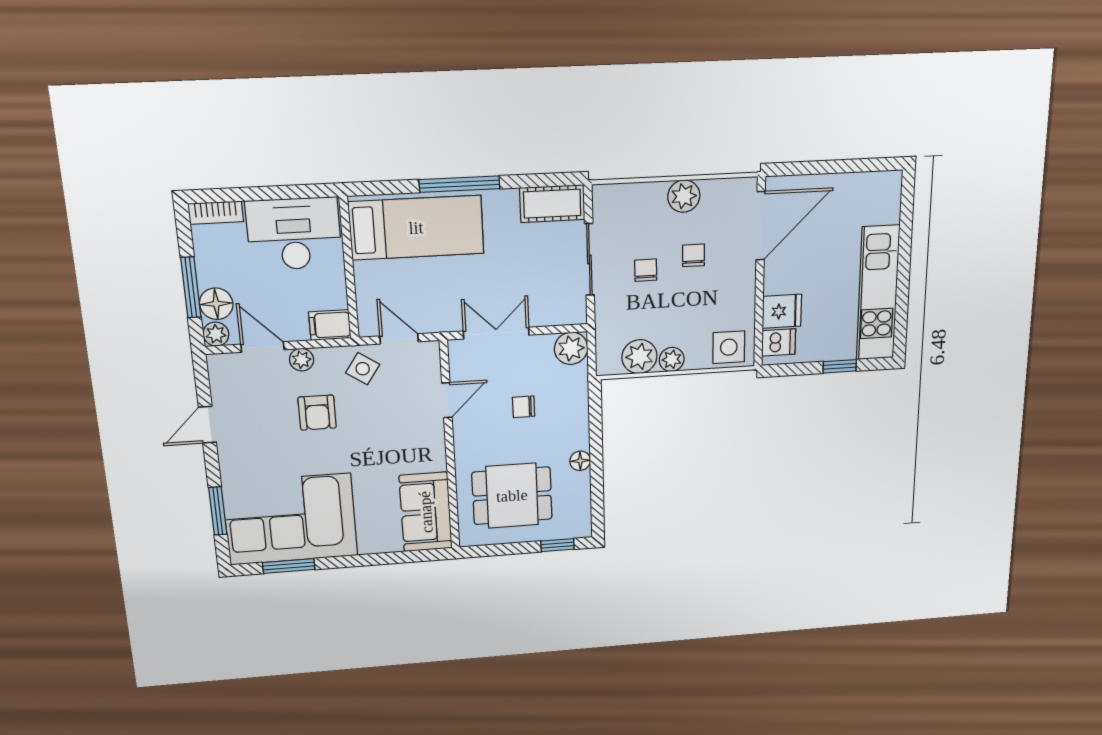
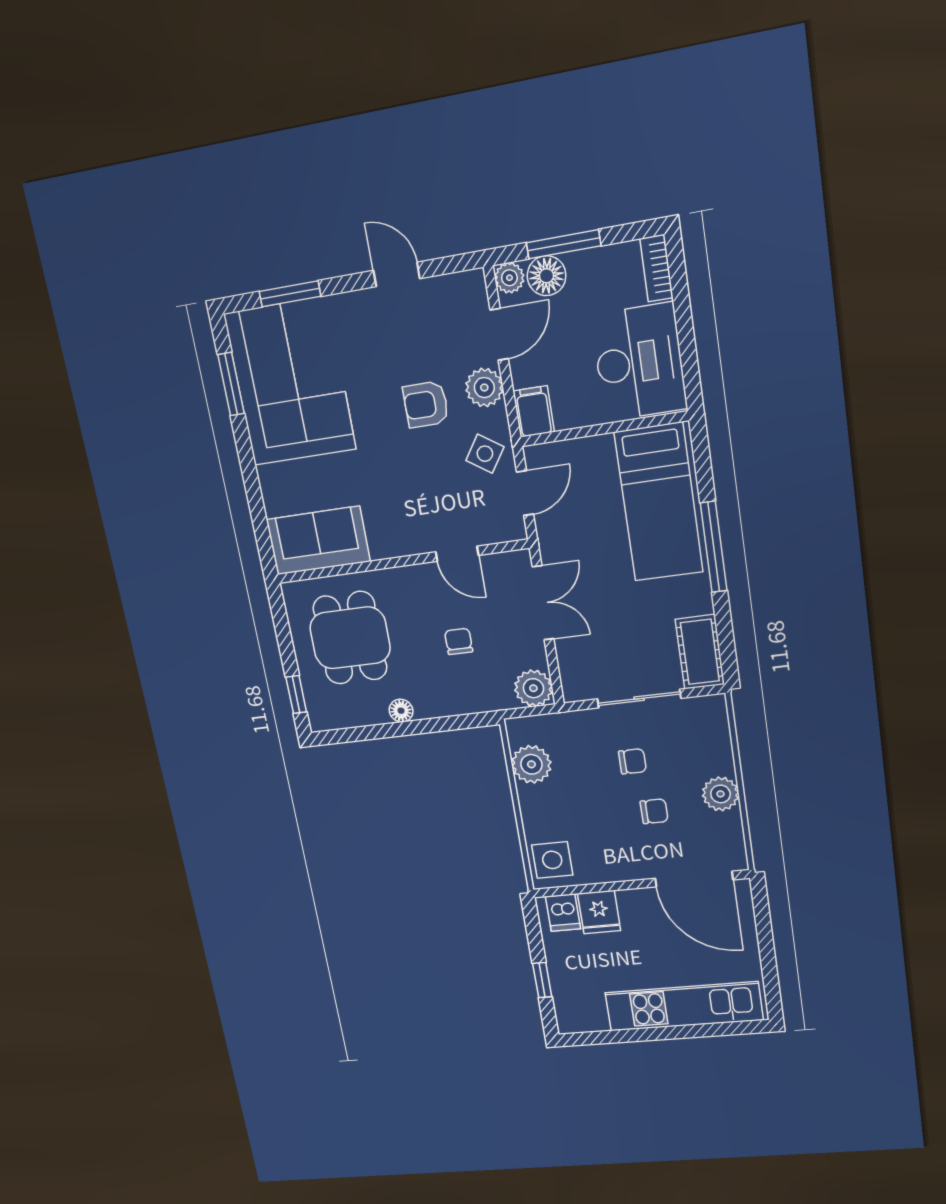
kitchen unit: (878, 293) -> (684, 1006), moved
plant: (672, 359) -> (532, 800), removed
plant: (302, 360) -> (484, 388), width x1.38, depth x1.38

